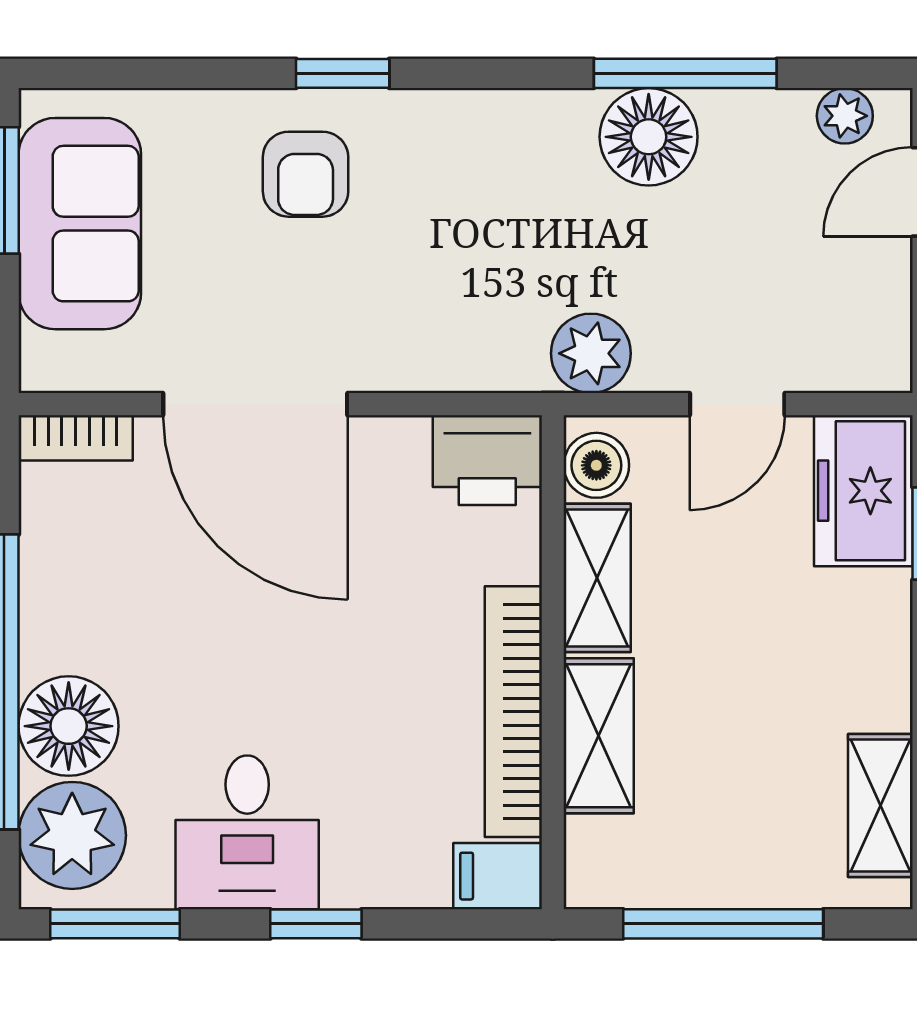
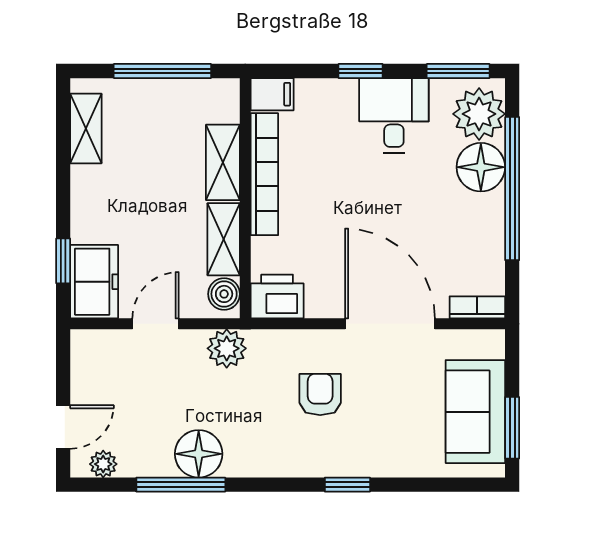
armchair: (306, 174) -> (320, 395), moved

